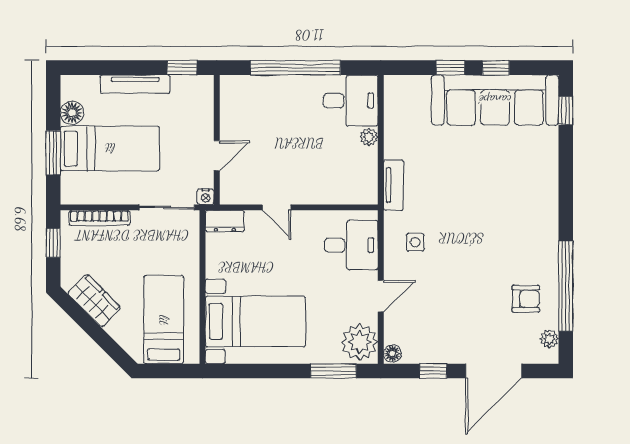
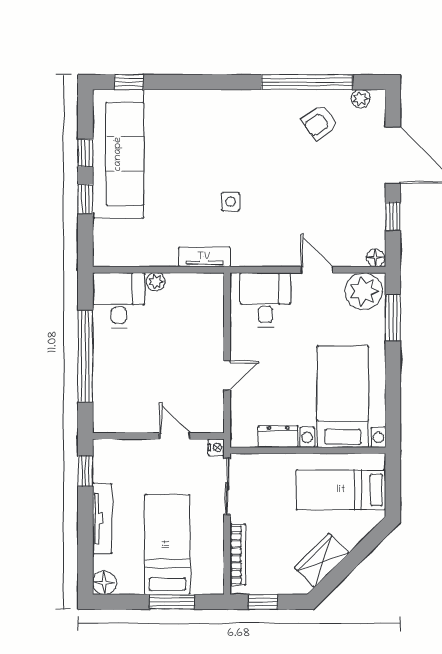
floor lamp: (72, 113) -> (104, 583), moved
dresser: (225, 221) -> (278, 436), moved, turned -90
side table: (415, 242) -> (230, 202), moved
armchair: (526, 299) -> (320, 123), turned -125

